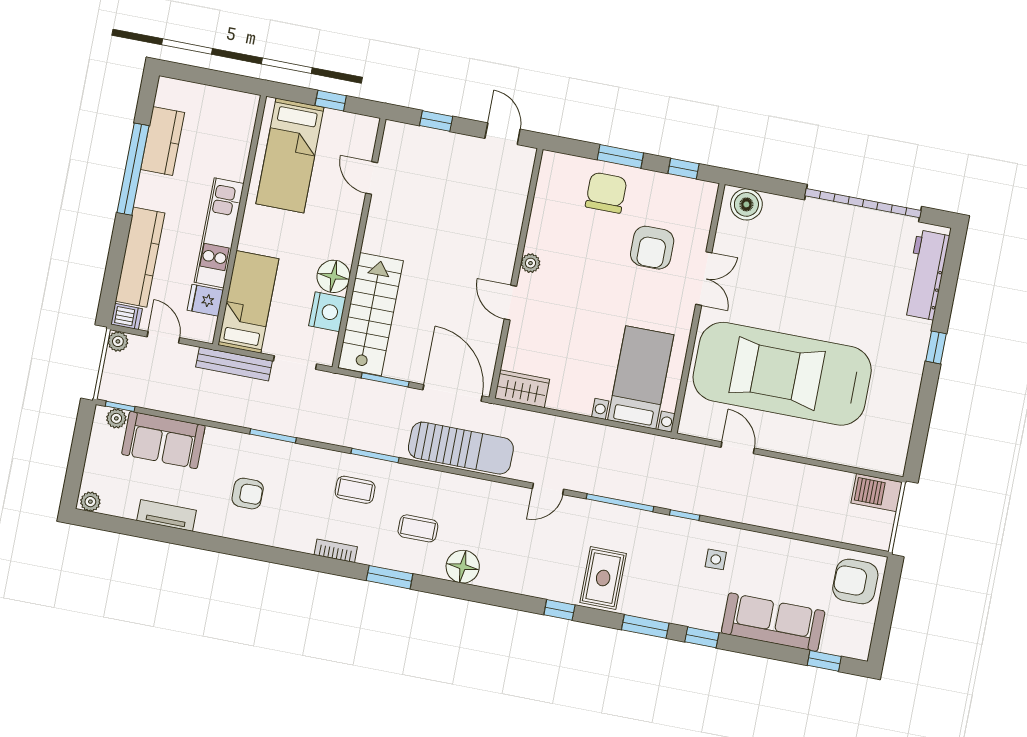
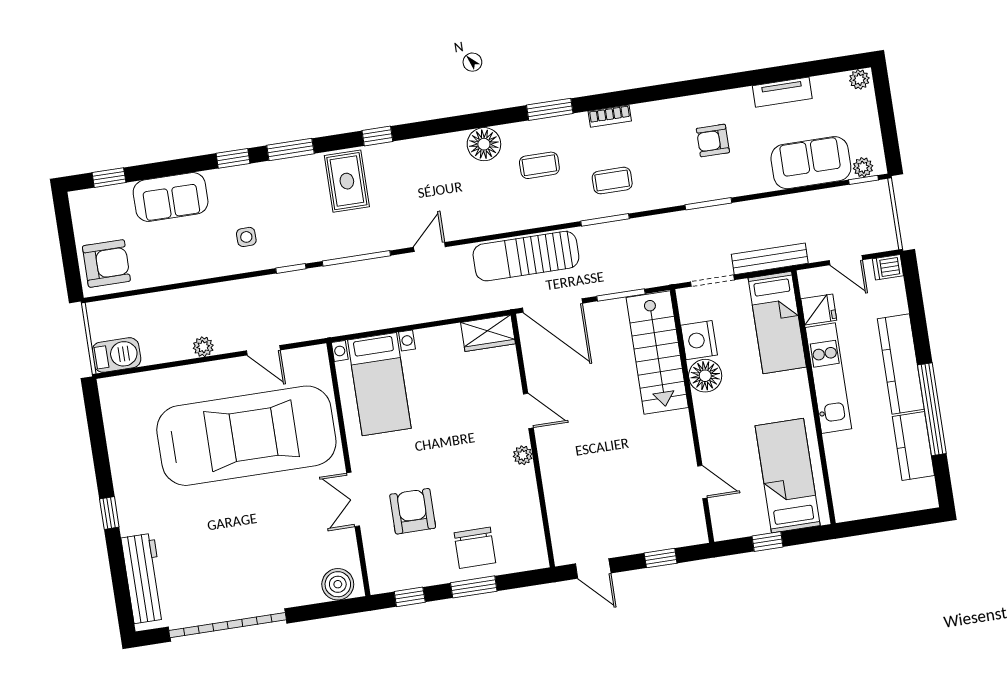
kitchen counter: (140, 257) -> (901, 364), moved
plant: (118, 341) -> (203, 347), moved
sofa: (773, 622) -> (171, 197), width x0.73

